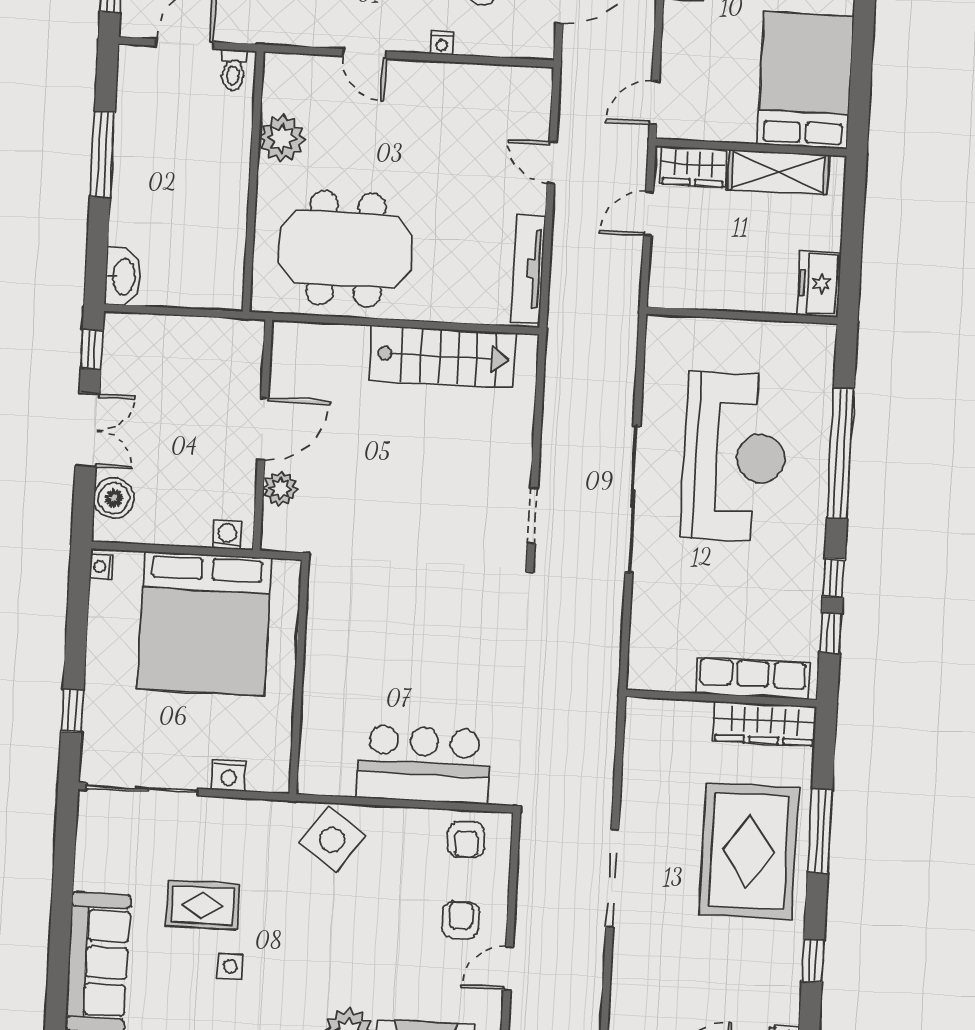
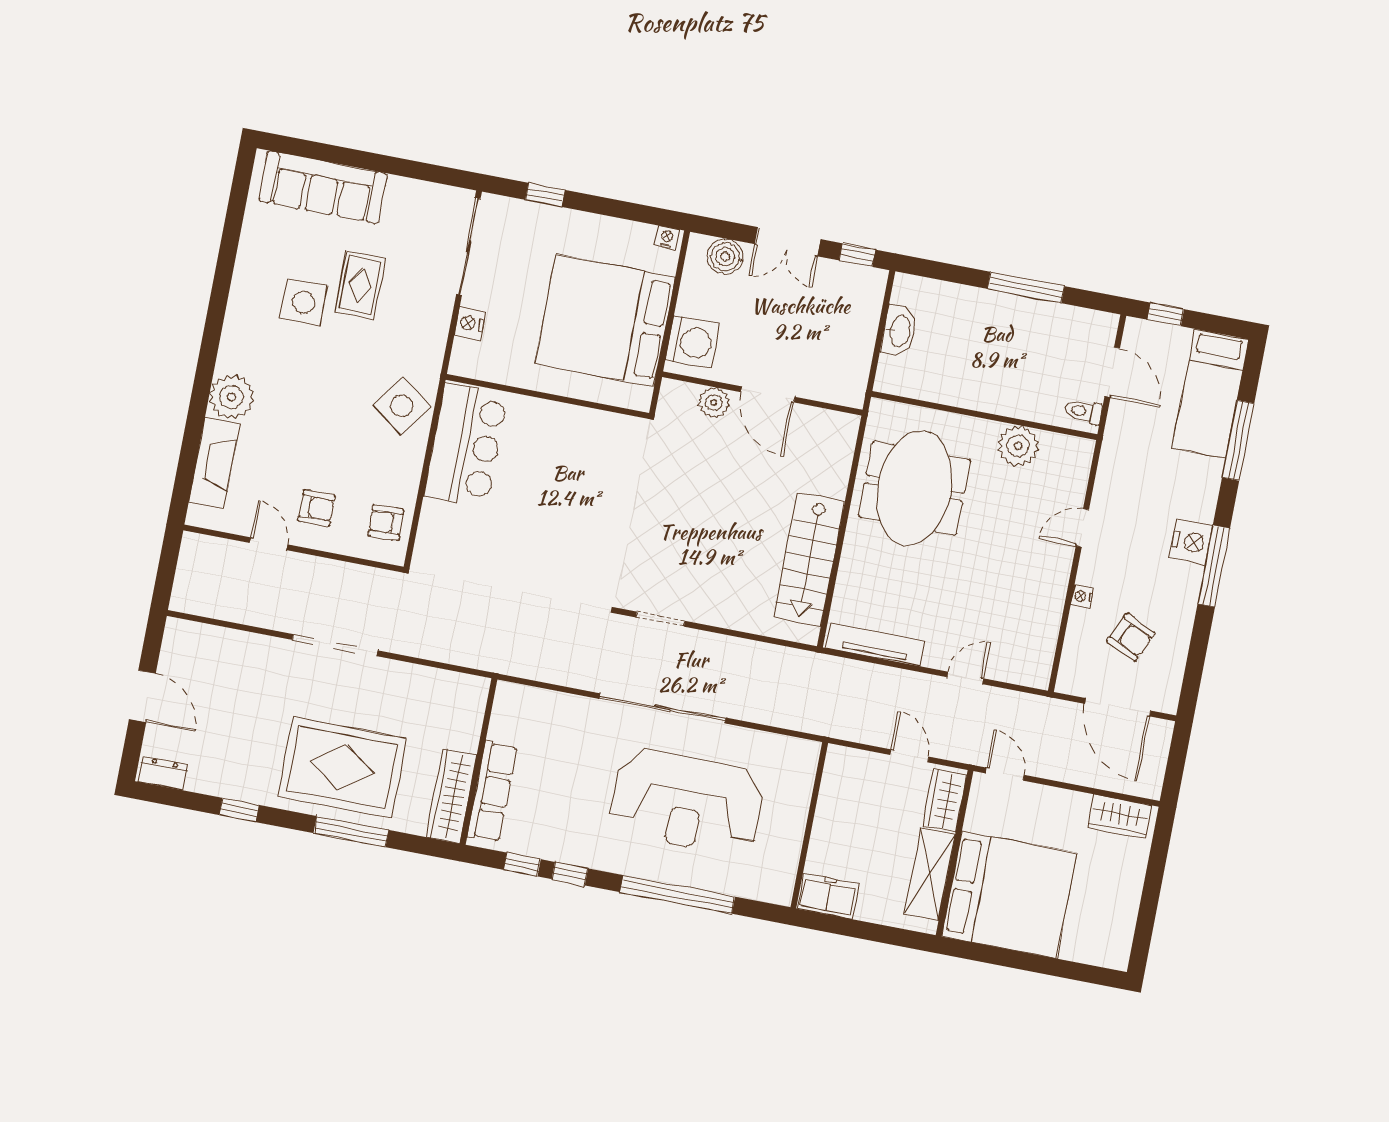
bed: (806, 80) -> (1009, 895), width x1.36
washbasin: (123, 277) -> (899, 331), moved, turned -90
washing machine: (227, 535) -> (692, 342), width x1.89, depth x1.89
bar counter: (423, 764) -> (466, 445), moved
side table: (230, 966) -> (304, 302), width x1.87, depth x1.87

